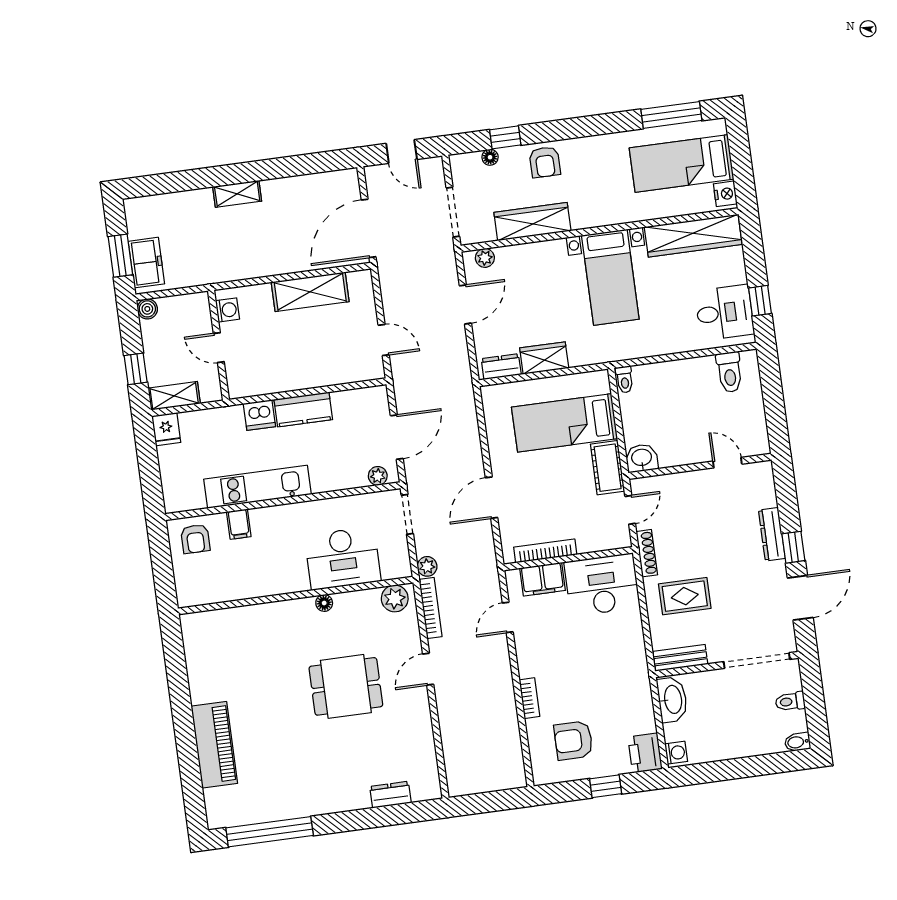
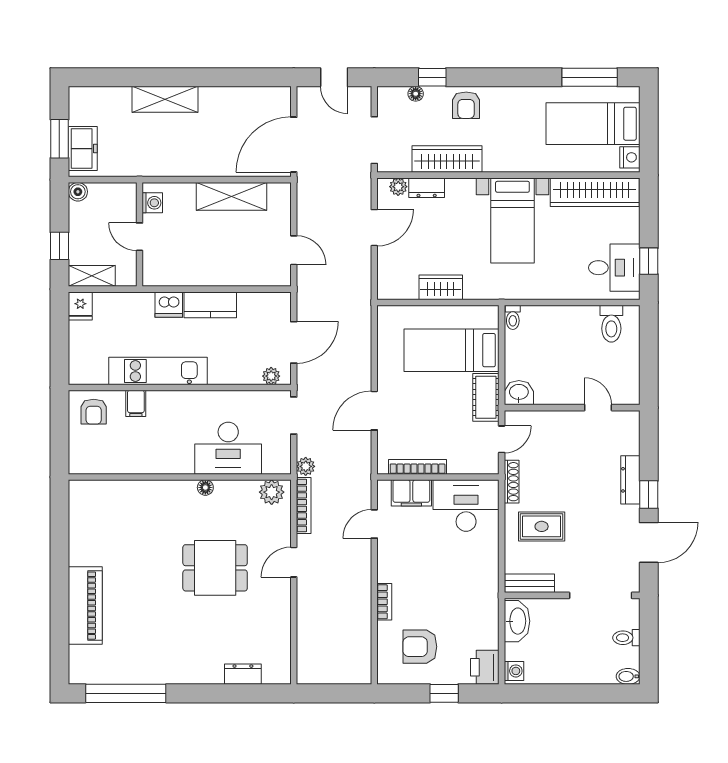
shelving: (237, 194) -> (165, 99), width x1.50, depth x1.33
dresser: (501, 367) -> (427, 188), moved, turned 180

